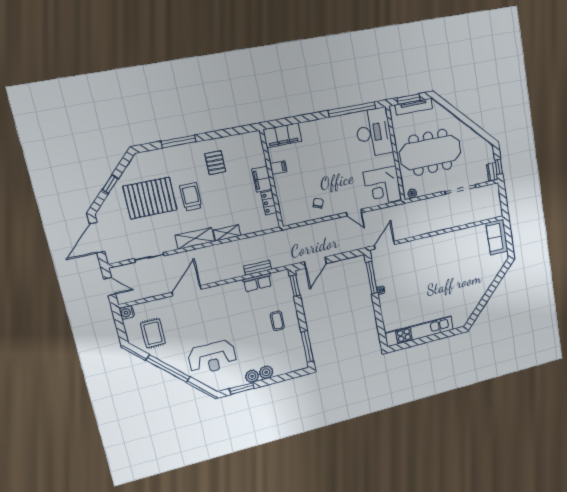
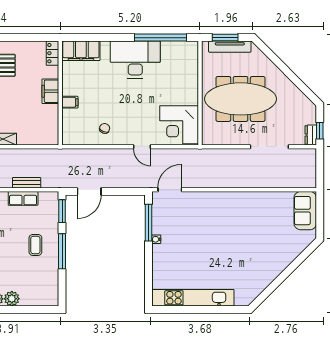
desk: (374, 132) -> (135, 59), moved, turned -90
filing cabinet: (278, 168) -> (70, 102), moved
plant: (412, 194) -> (212, 140), removed
locker: (269, 203) -> (52, 53), moved
window: (307, 347) -> (62, 251), moved

